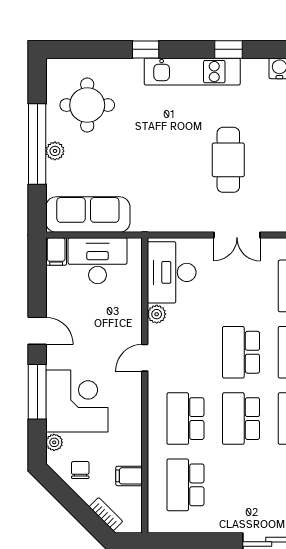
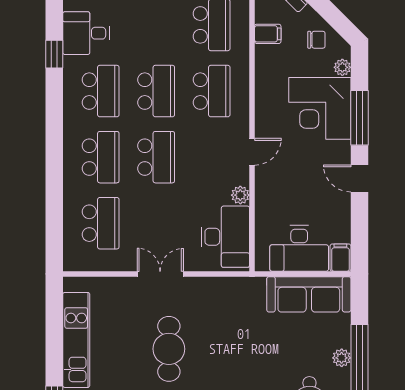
chair: (80, 470) -> (316, 40), turned -90

